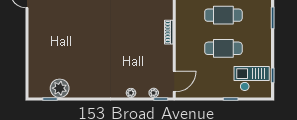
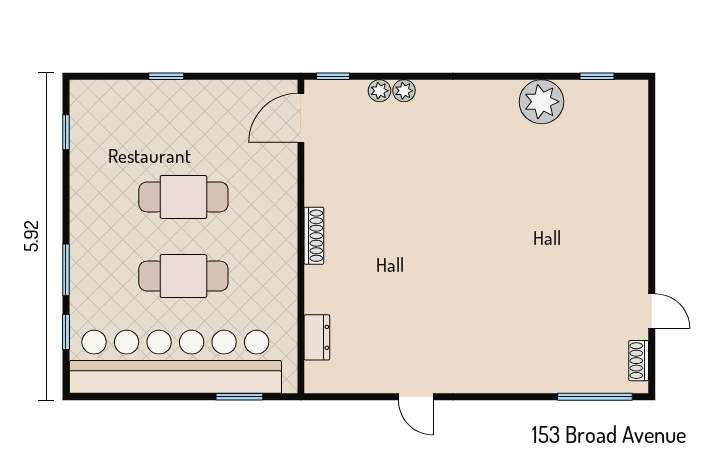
checkout: (252, 79) -> (116, 125), removed
plant: (60, 88) -> (541, 102), moved
plant: (154, 93) -> (380, 91), moved

